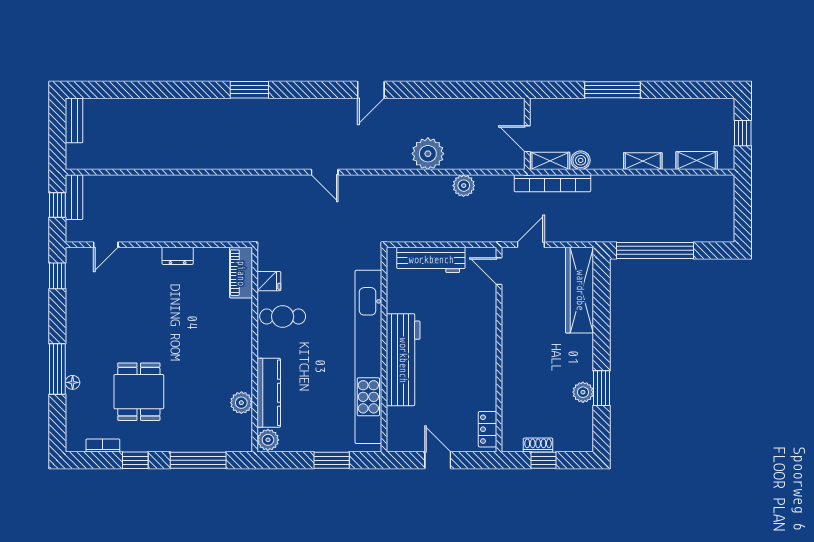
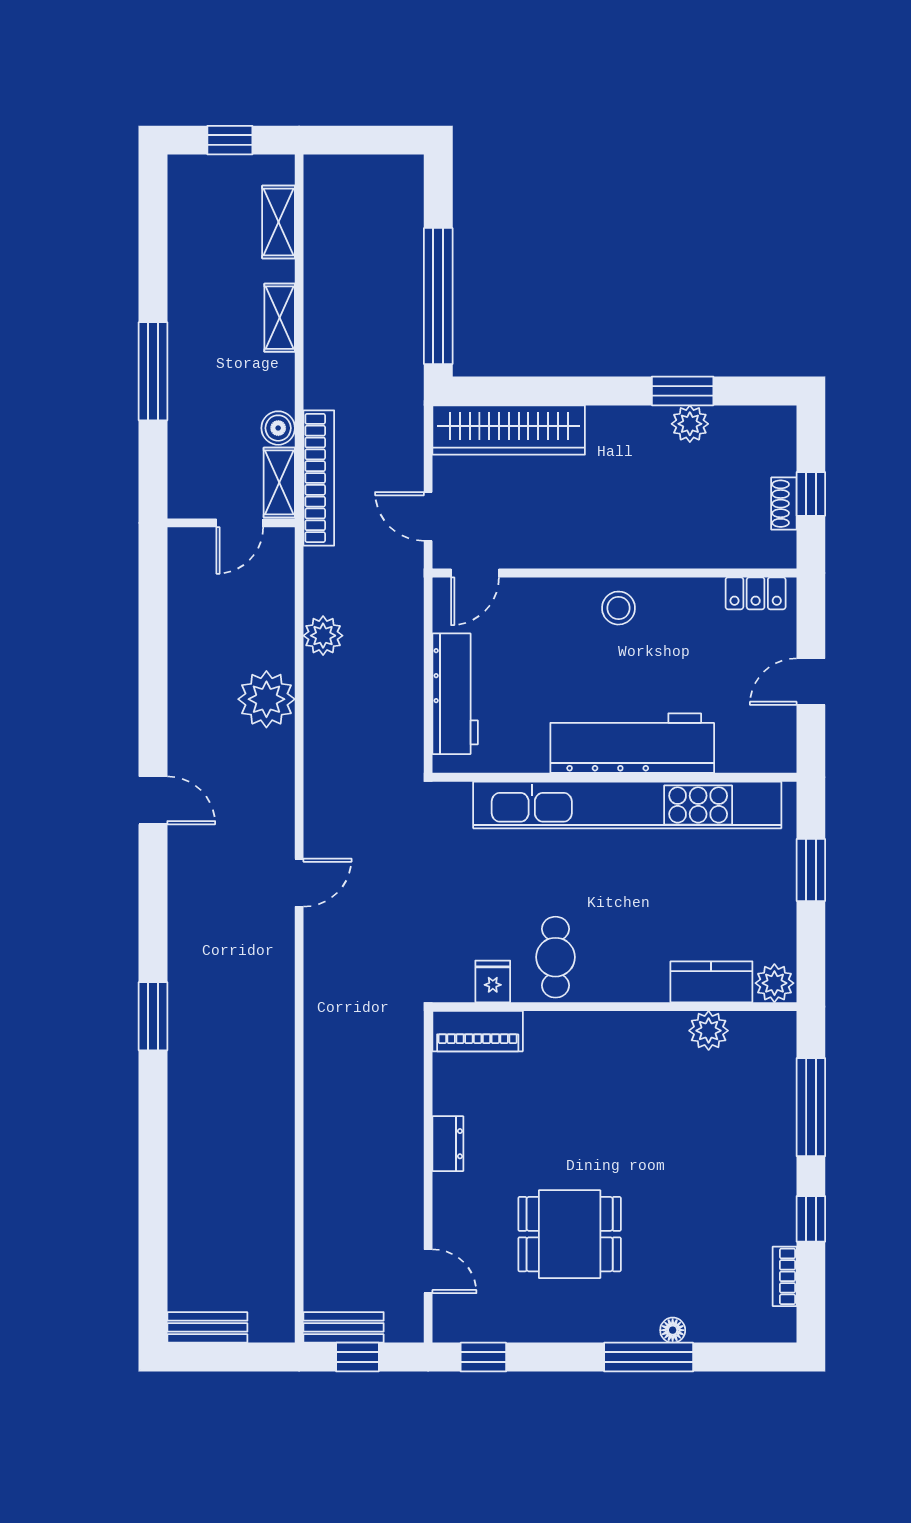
stool: (479, 352) -> (618, 608), added
dining table: (139, 392) -> (570, 1234), moved
kitchen counter: (269, 393) -> (711, 982), width x0.67

